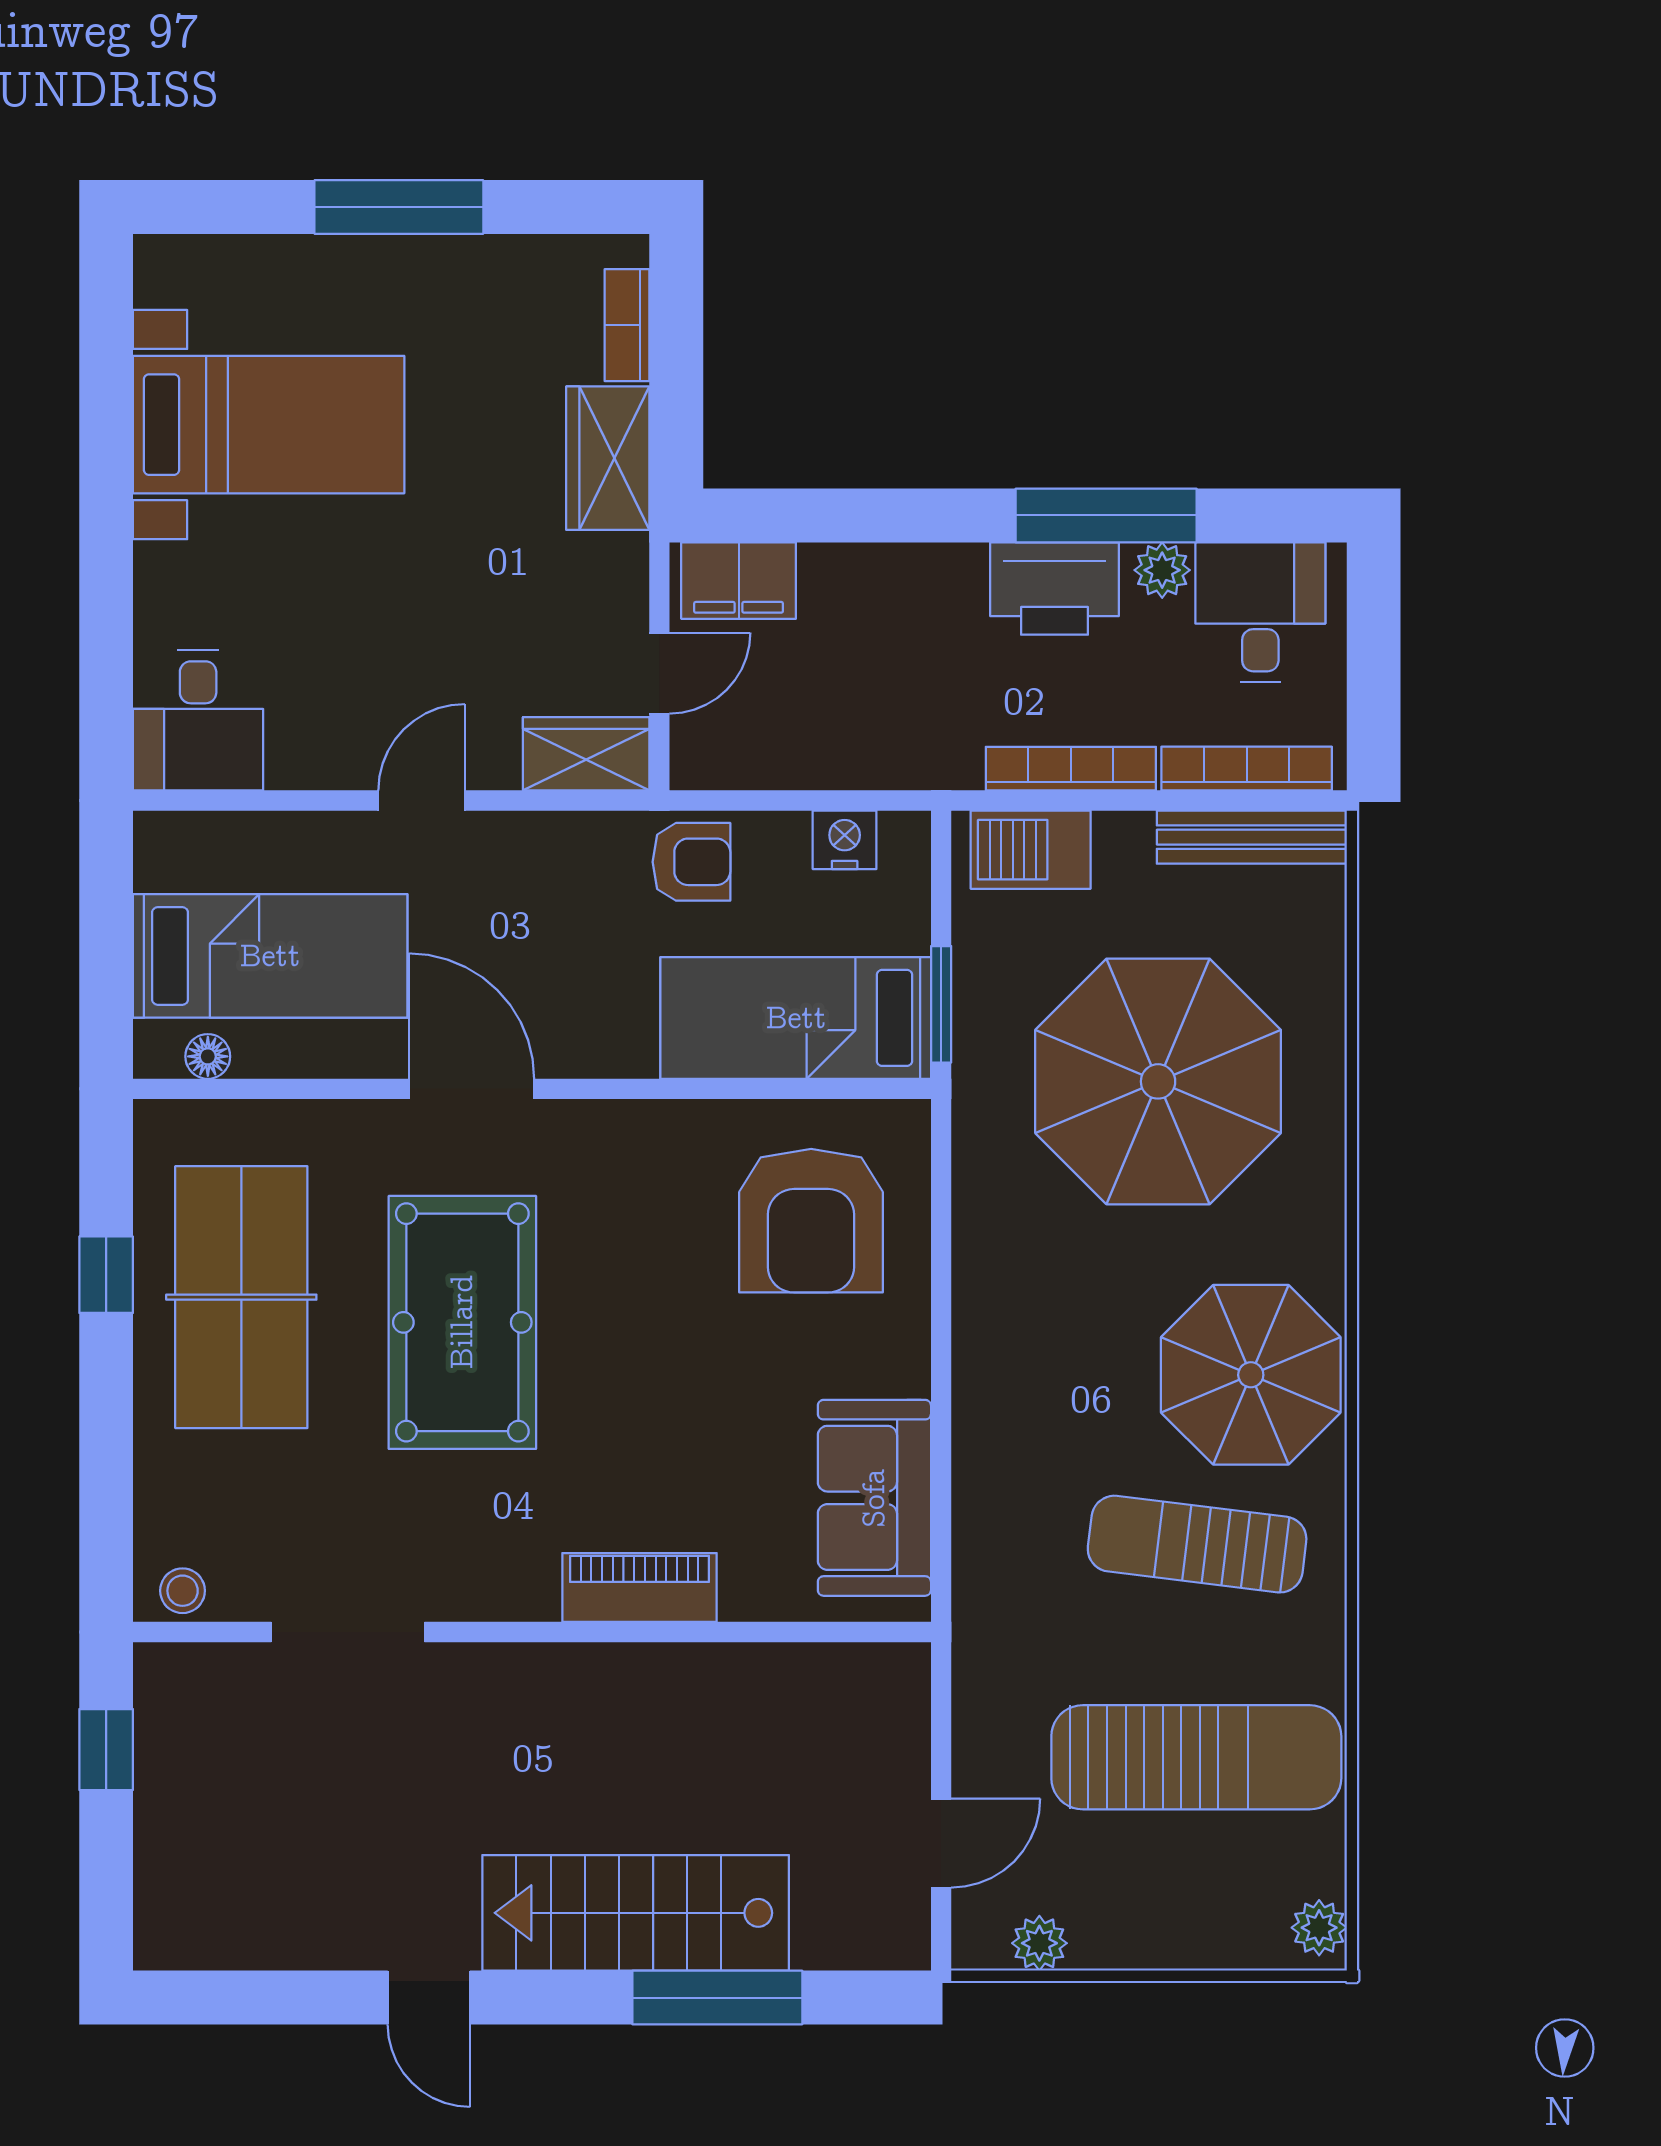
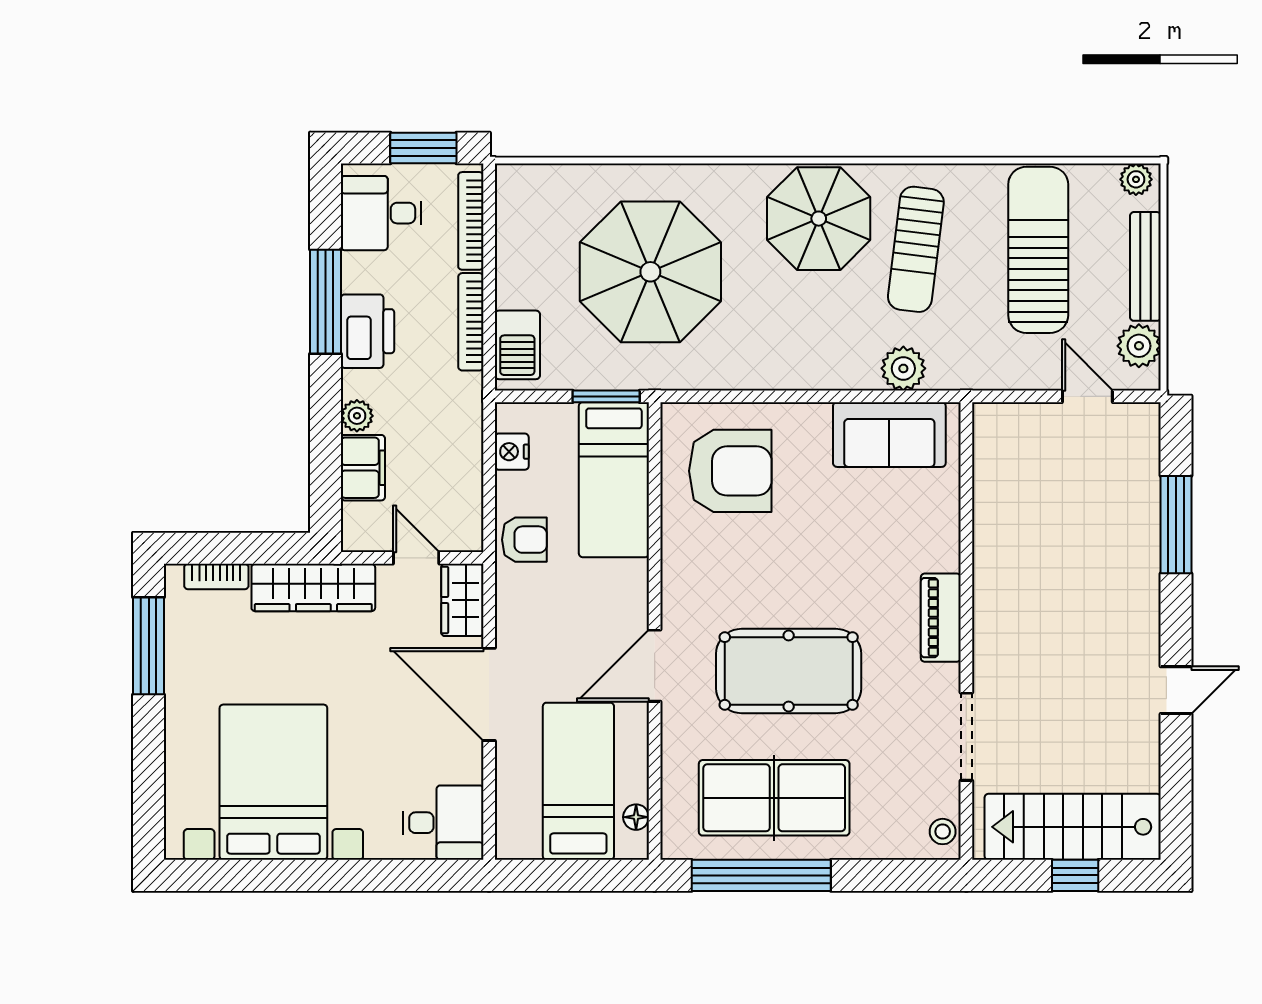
window: (399, 207) -> (149, 646), moved
bed with nightstands: (269, 425) -> (273, 782), width x1.36
wardrobe: (608, 458) -> (313, 588), width x1.50
plant: (1162, 570) -> (357, 416), moved
filing cabinet: (739, 581) -> (363, 468), moved
window: (1374, 686) -> (423, 148), added
door: (422, 800) -> (489, 694), width x1.88
bench: (1252, 837) -> (1145, 266), moved
armchair: (691, 862) -> (524, 540), turned 90
window: (106, 1275) -> (761, 875), width x3.17
plant: (990, 1522) -> (903, 368), added
piano: (640, 1587) -> (941, 618), moved
window: (106, 1750) -> (1075, 875), moved
stairs: (636, 1913) -> (1073, 827), moved, turned 90
plant: (1039, 1943) -> (1139, 346), width x1.38, depth x1.38

